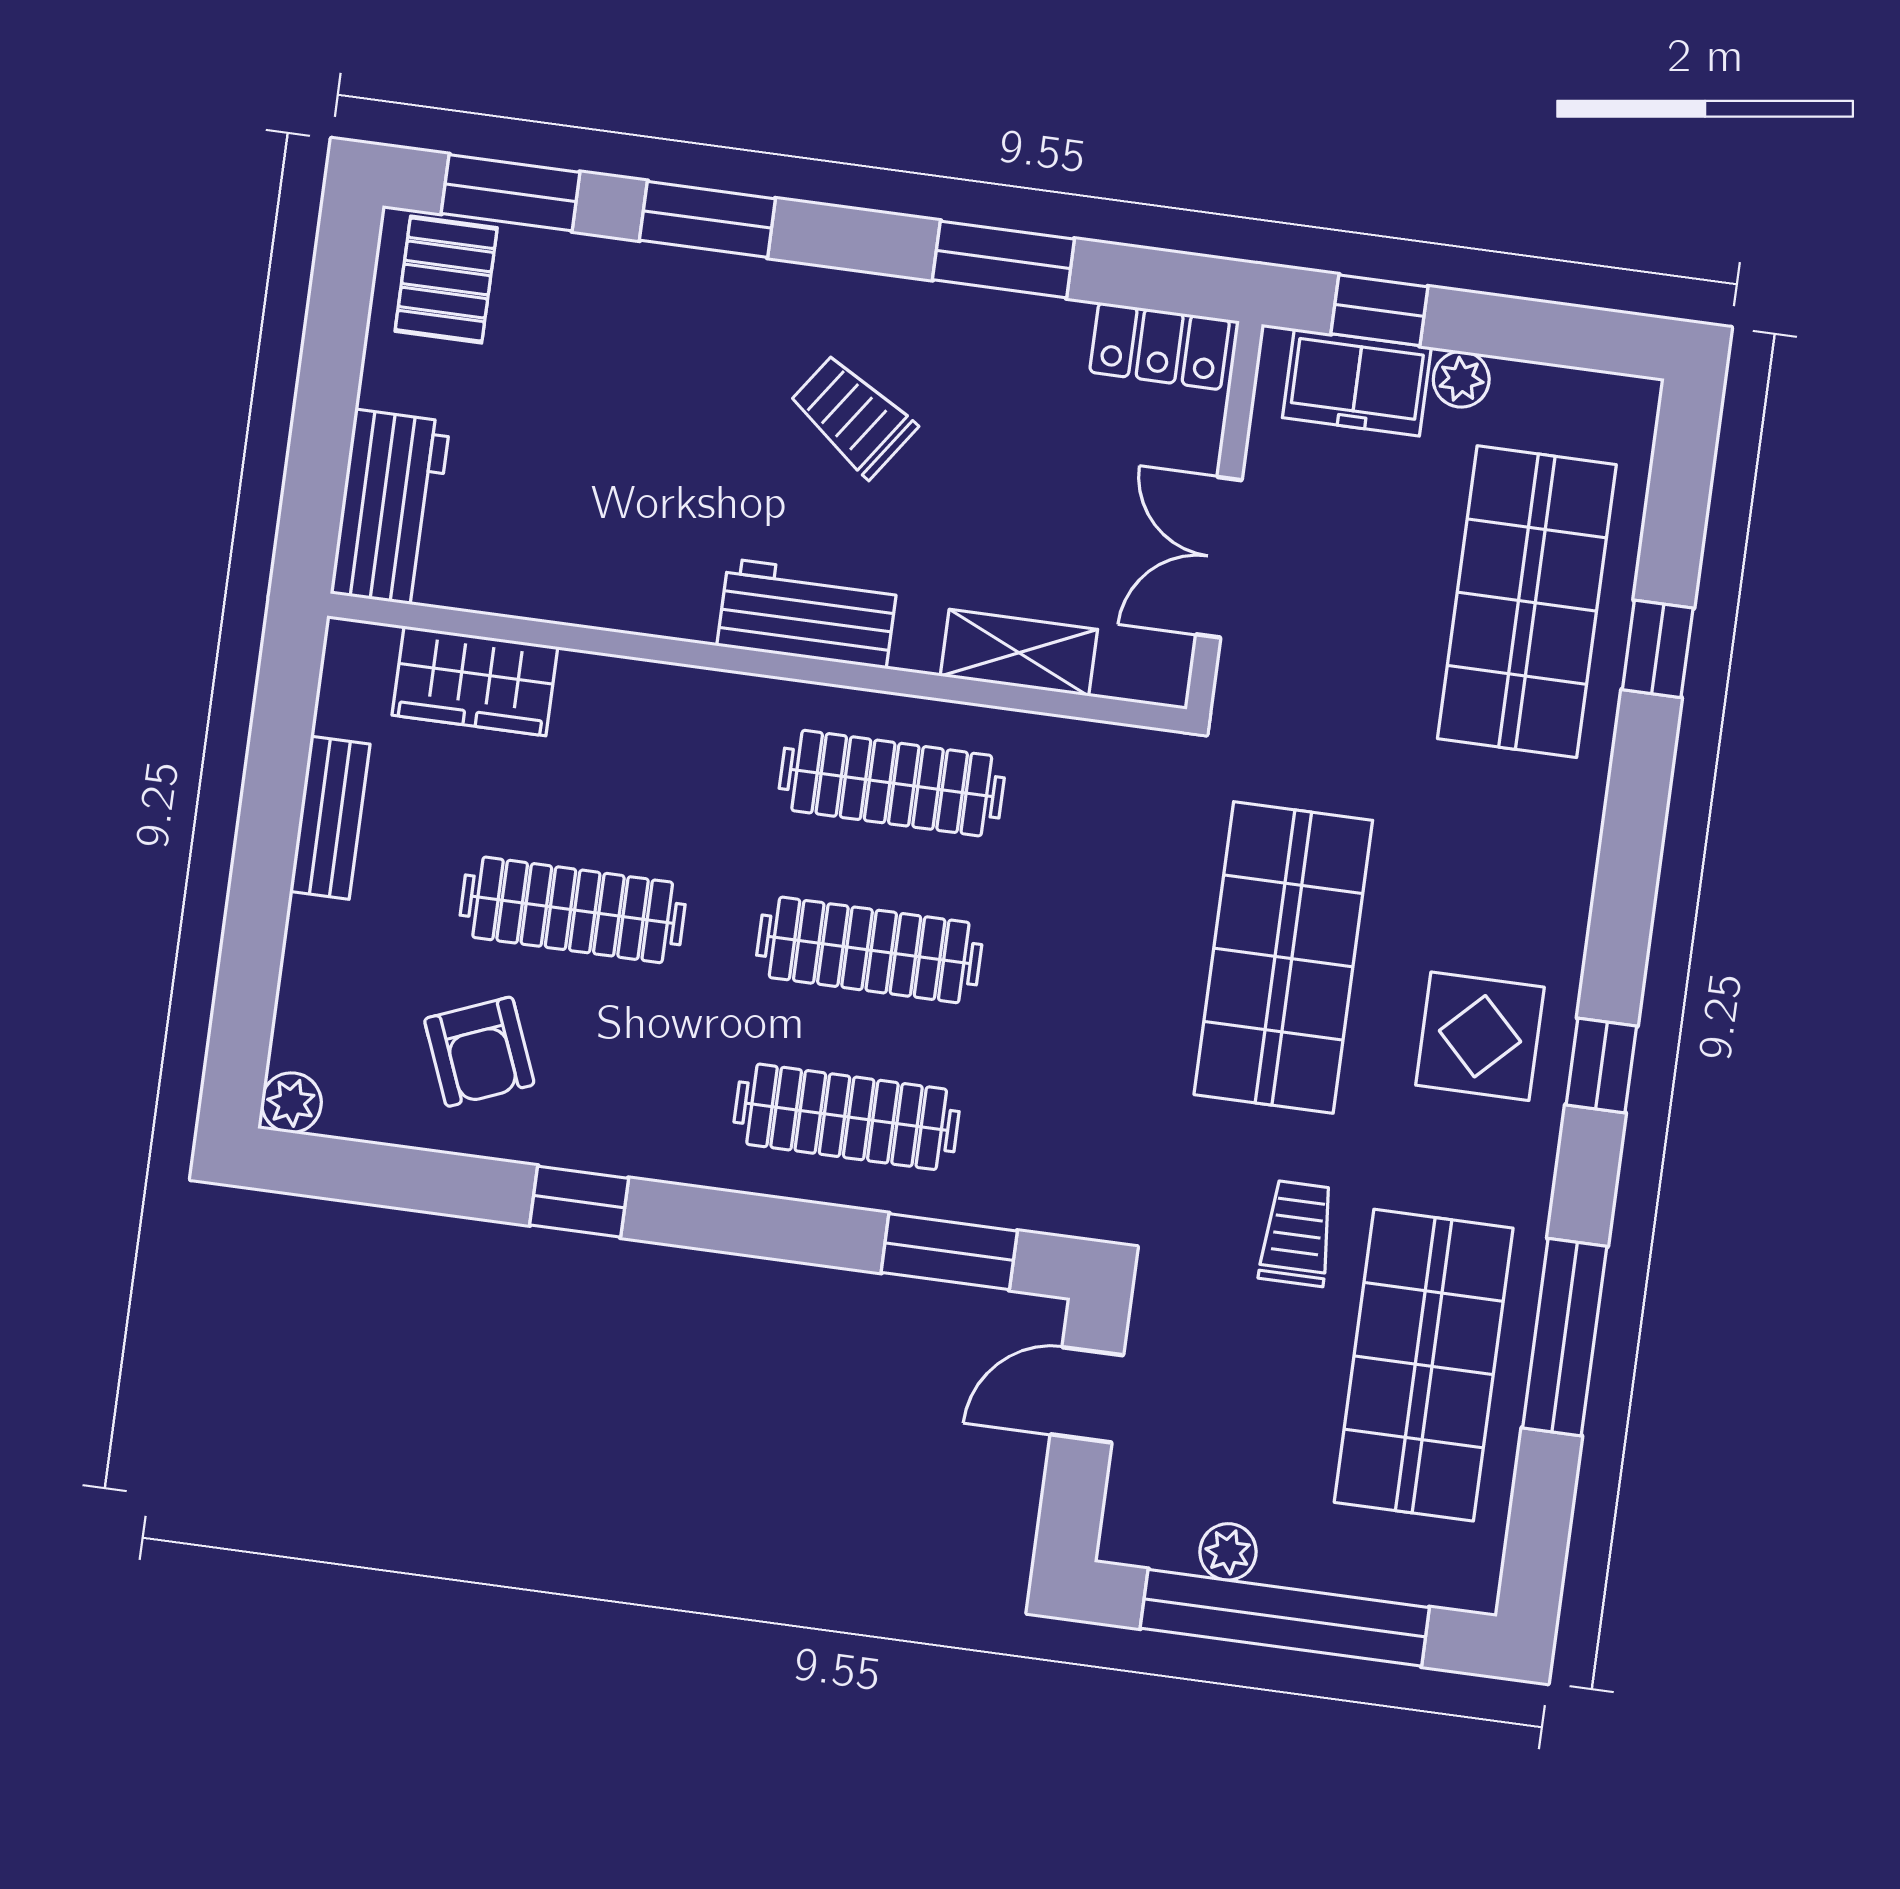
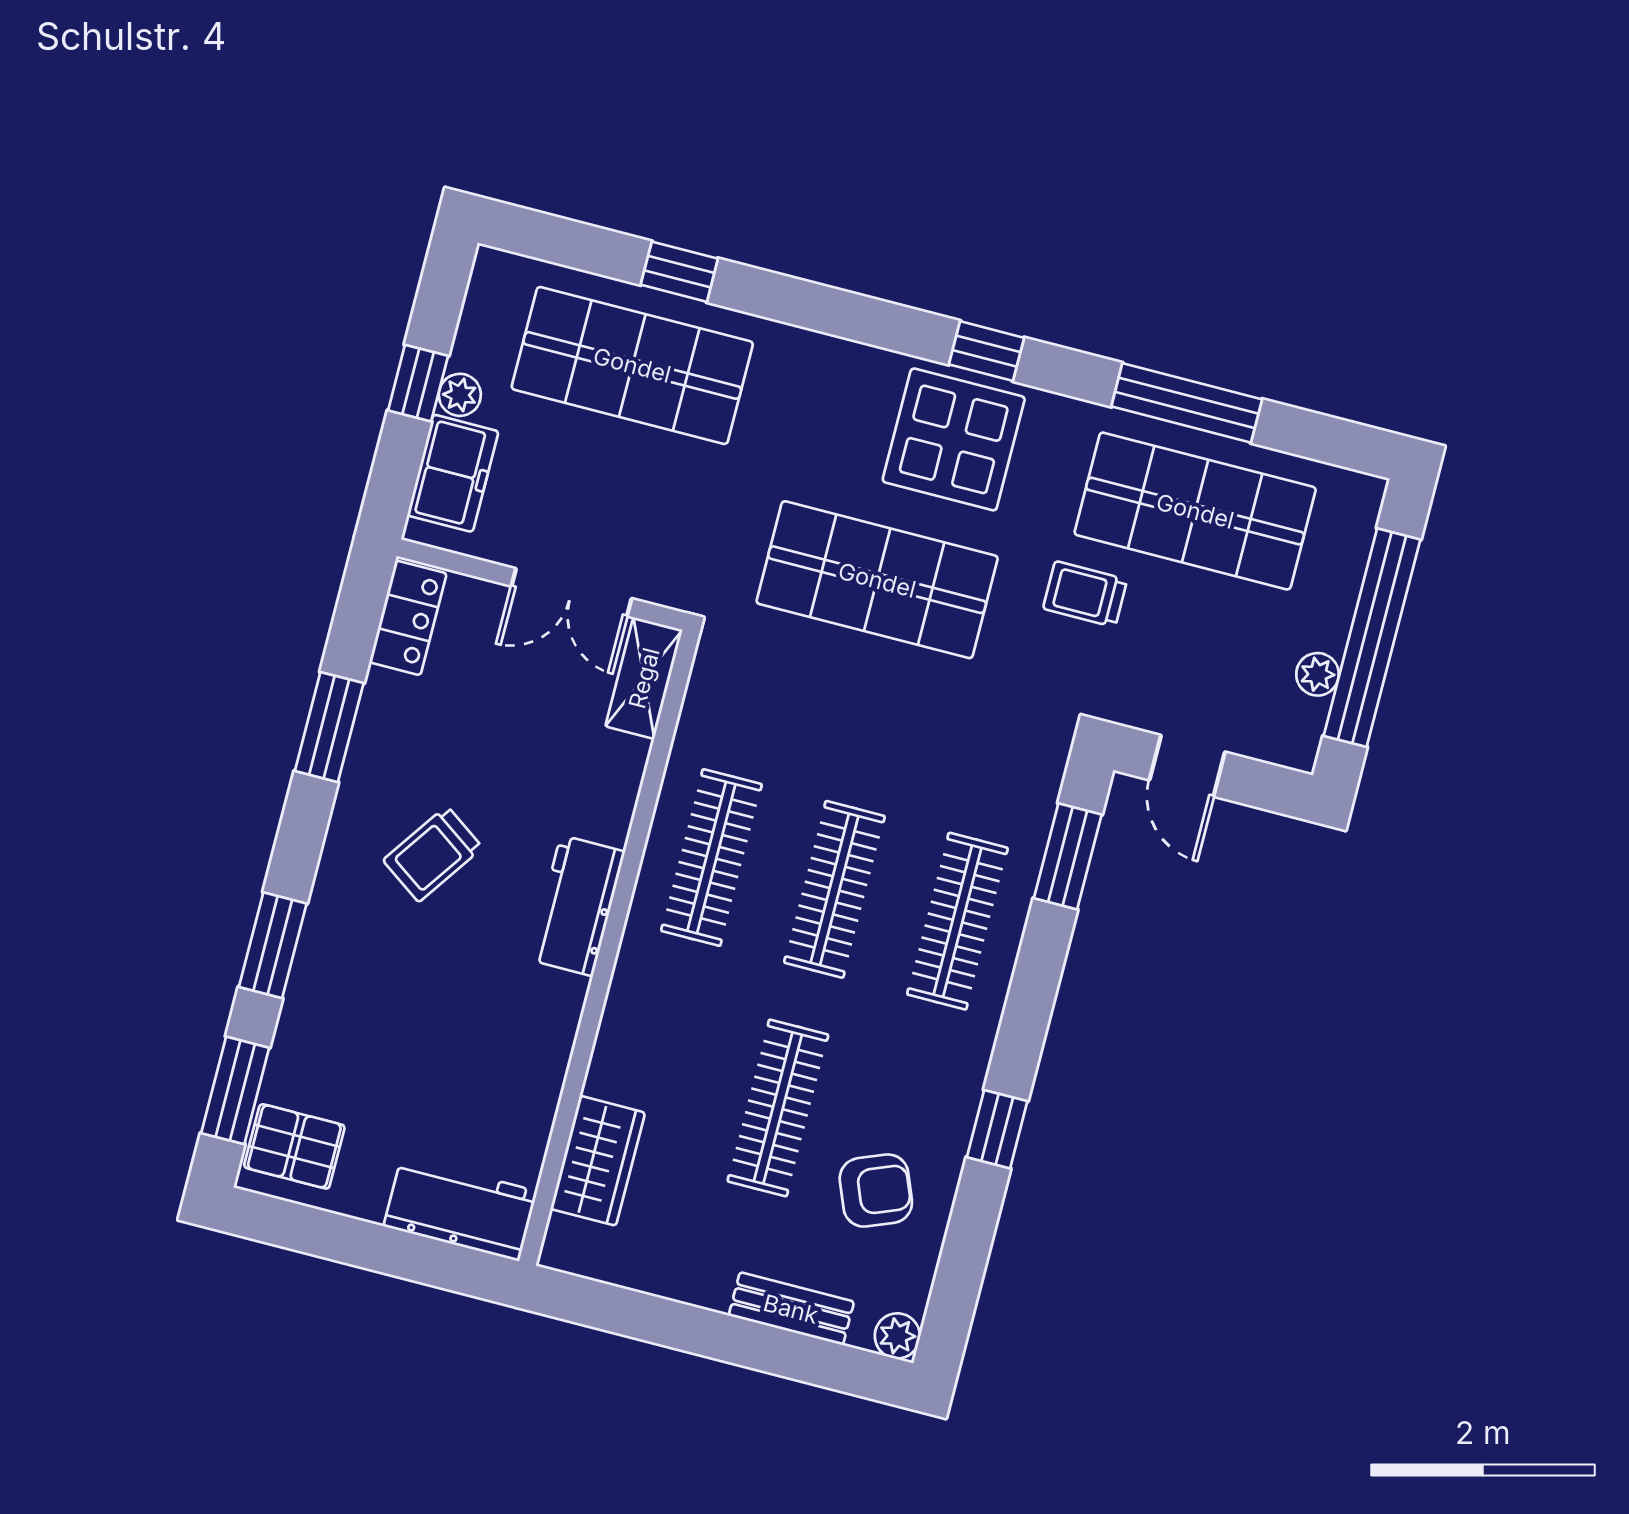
window: (1379, 310) -> (418, 383), moved
shelving: (1019, 653) -> (644, 678), moved
bench: (330, 818) -> (791, 1309), moved
display table: (1480, 1036) -> (954, 439), width x1.36, depth x1.36

